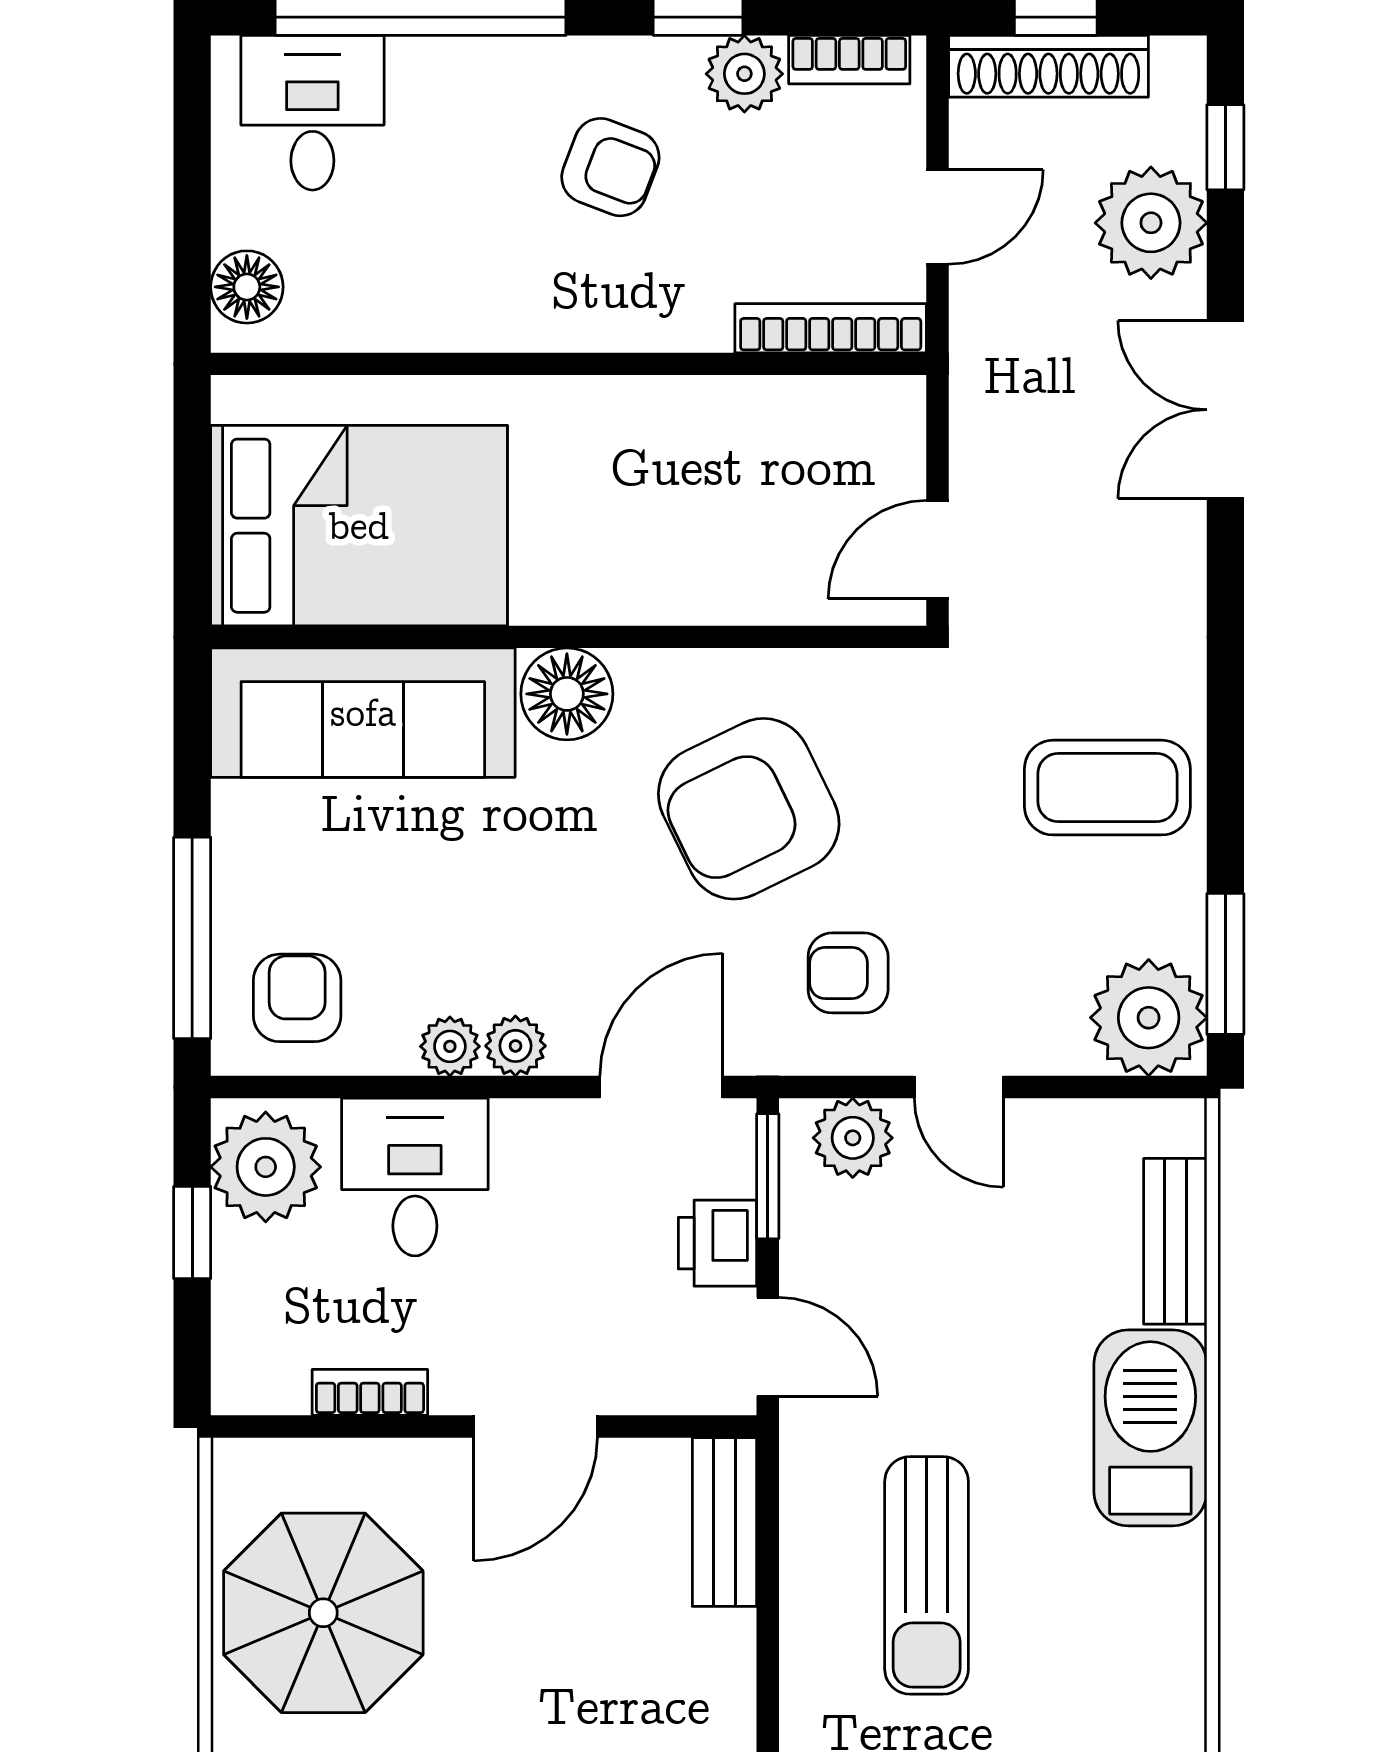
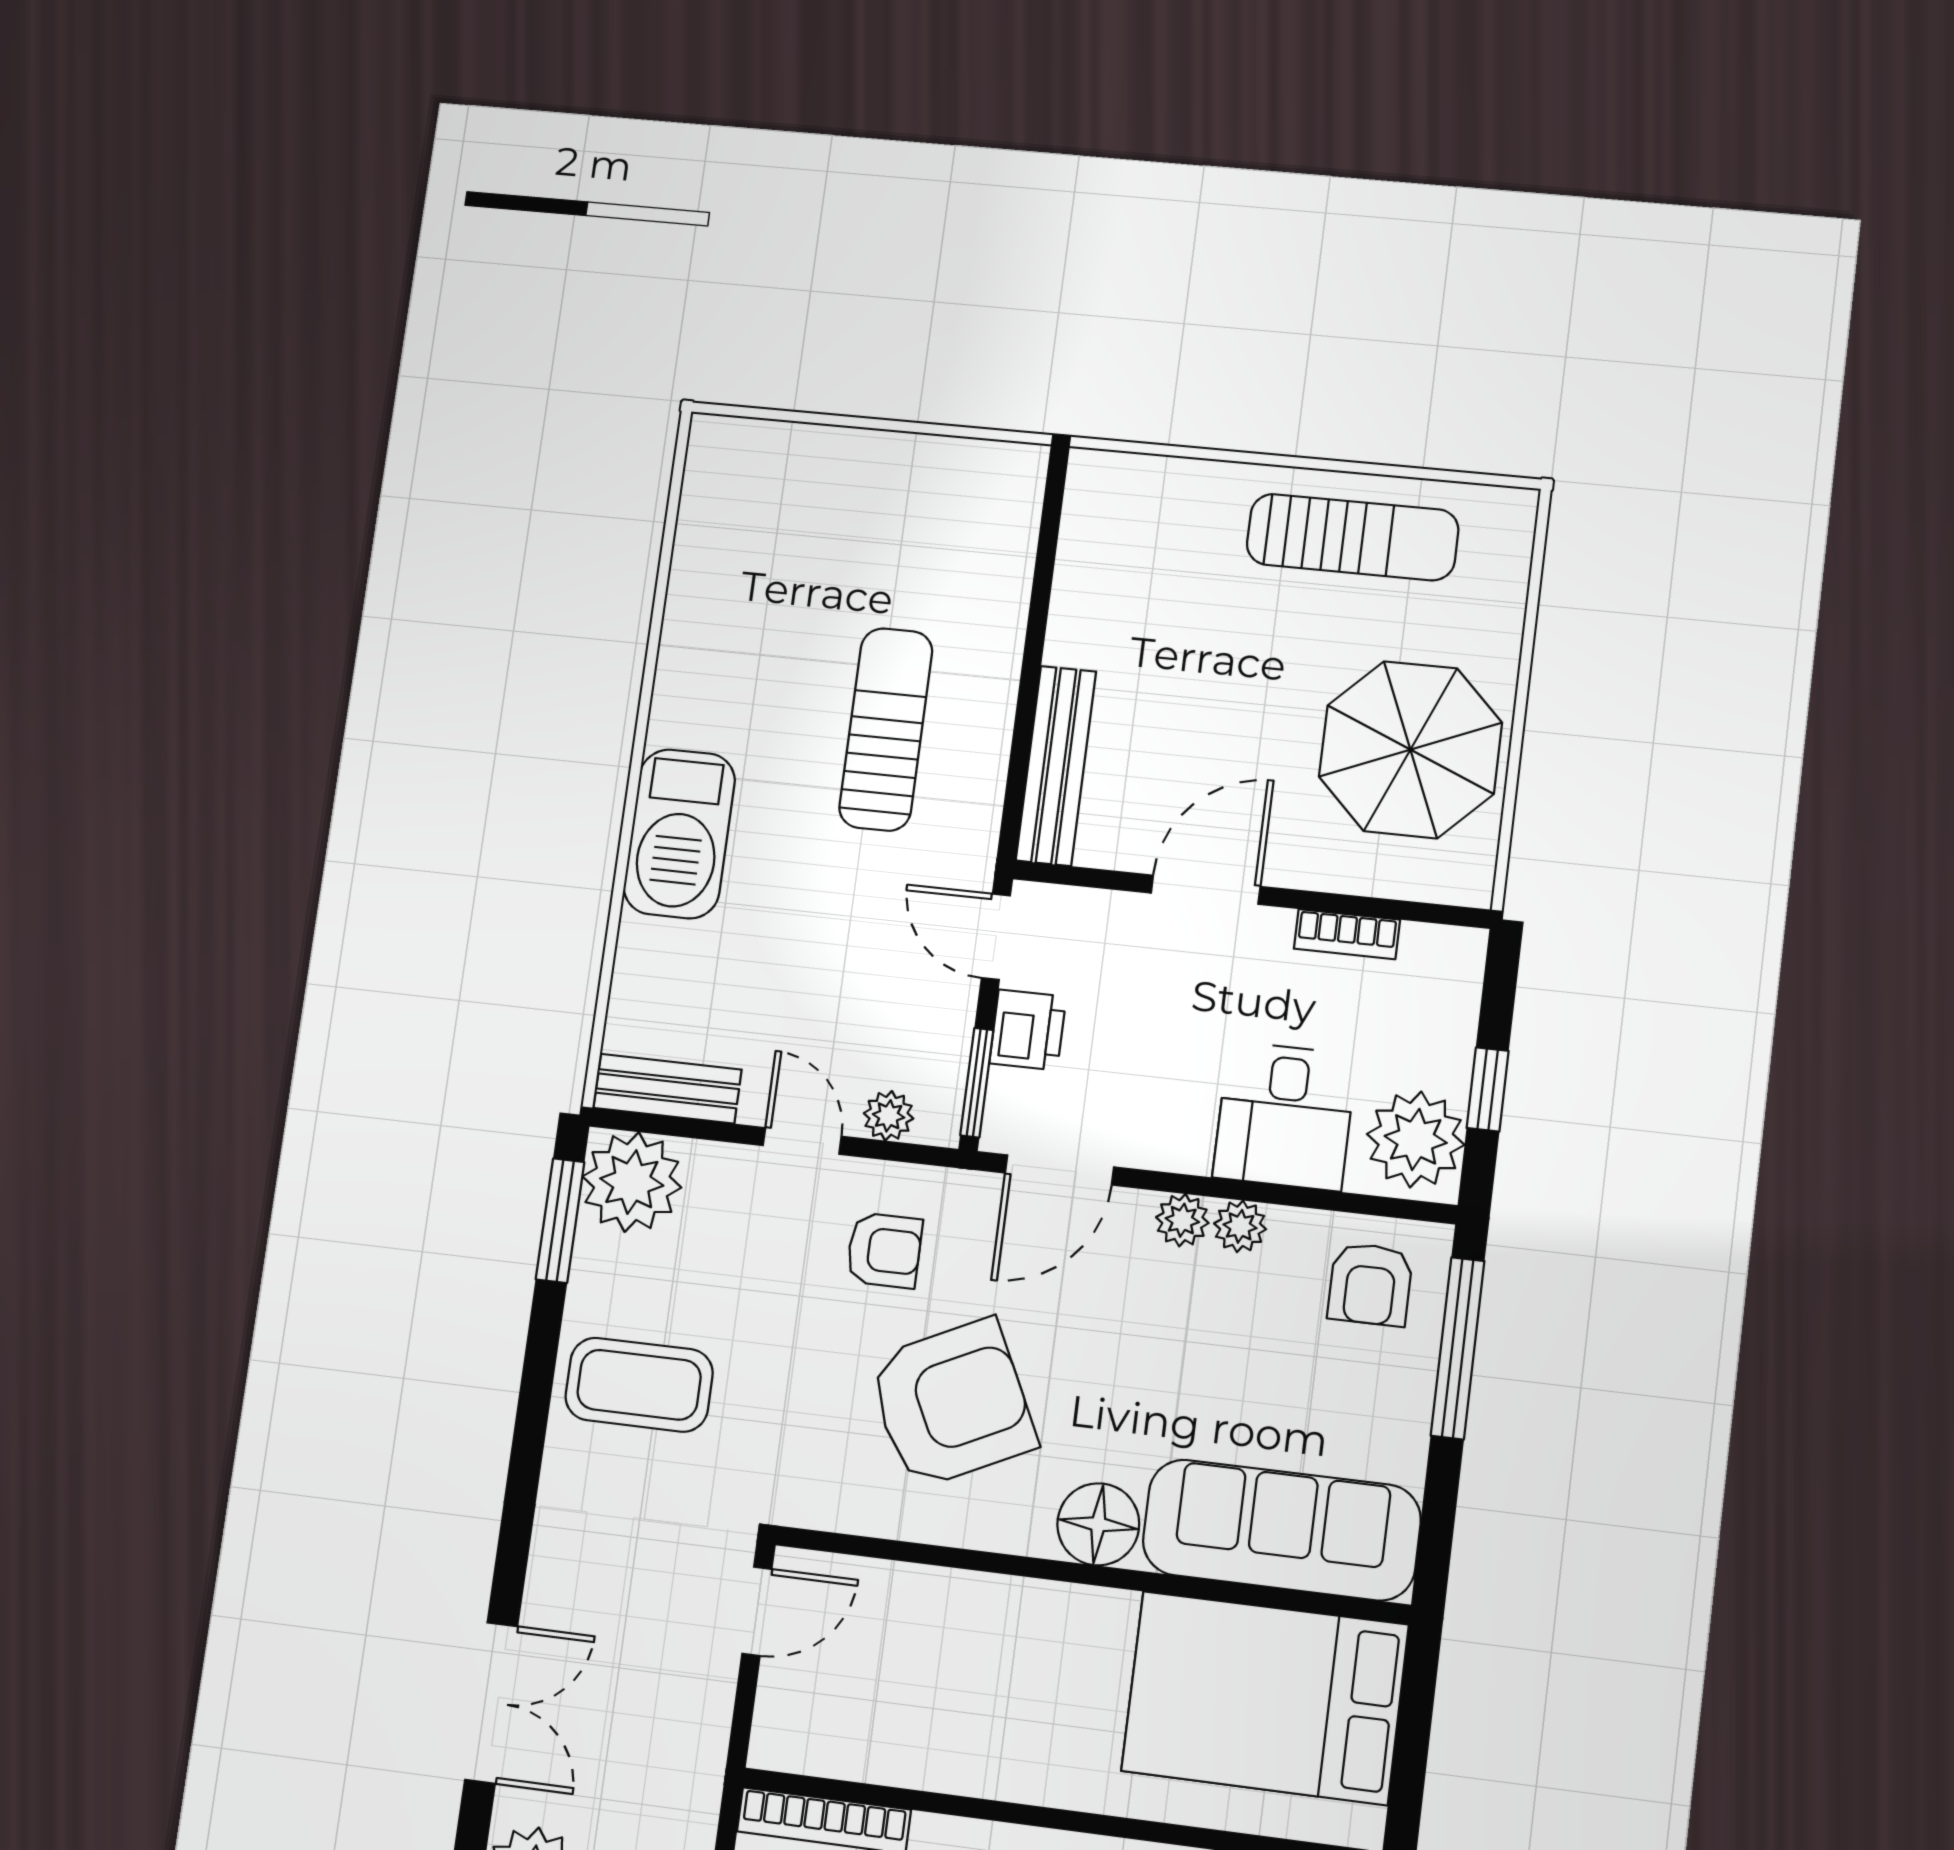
plant: (853, 1138) -> (889, 1116), width x0.73, depth x0.73
bench: (1175, 1241) -> (667, 1089), moved, turned 90
bench: (724, 1522) -> (1056, 766), width x1.36

